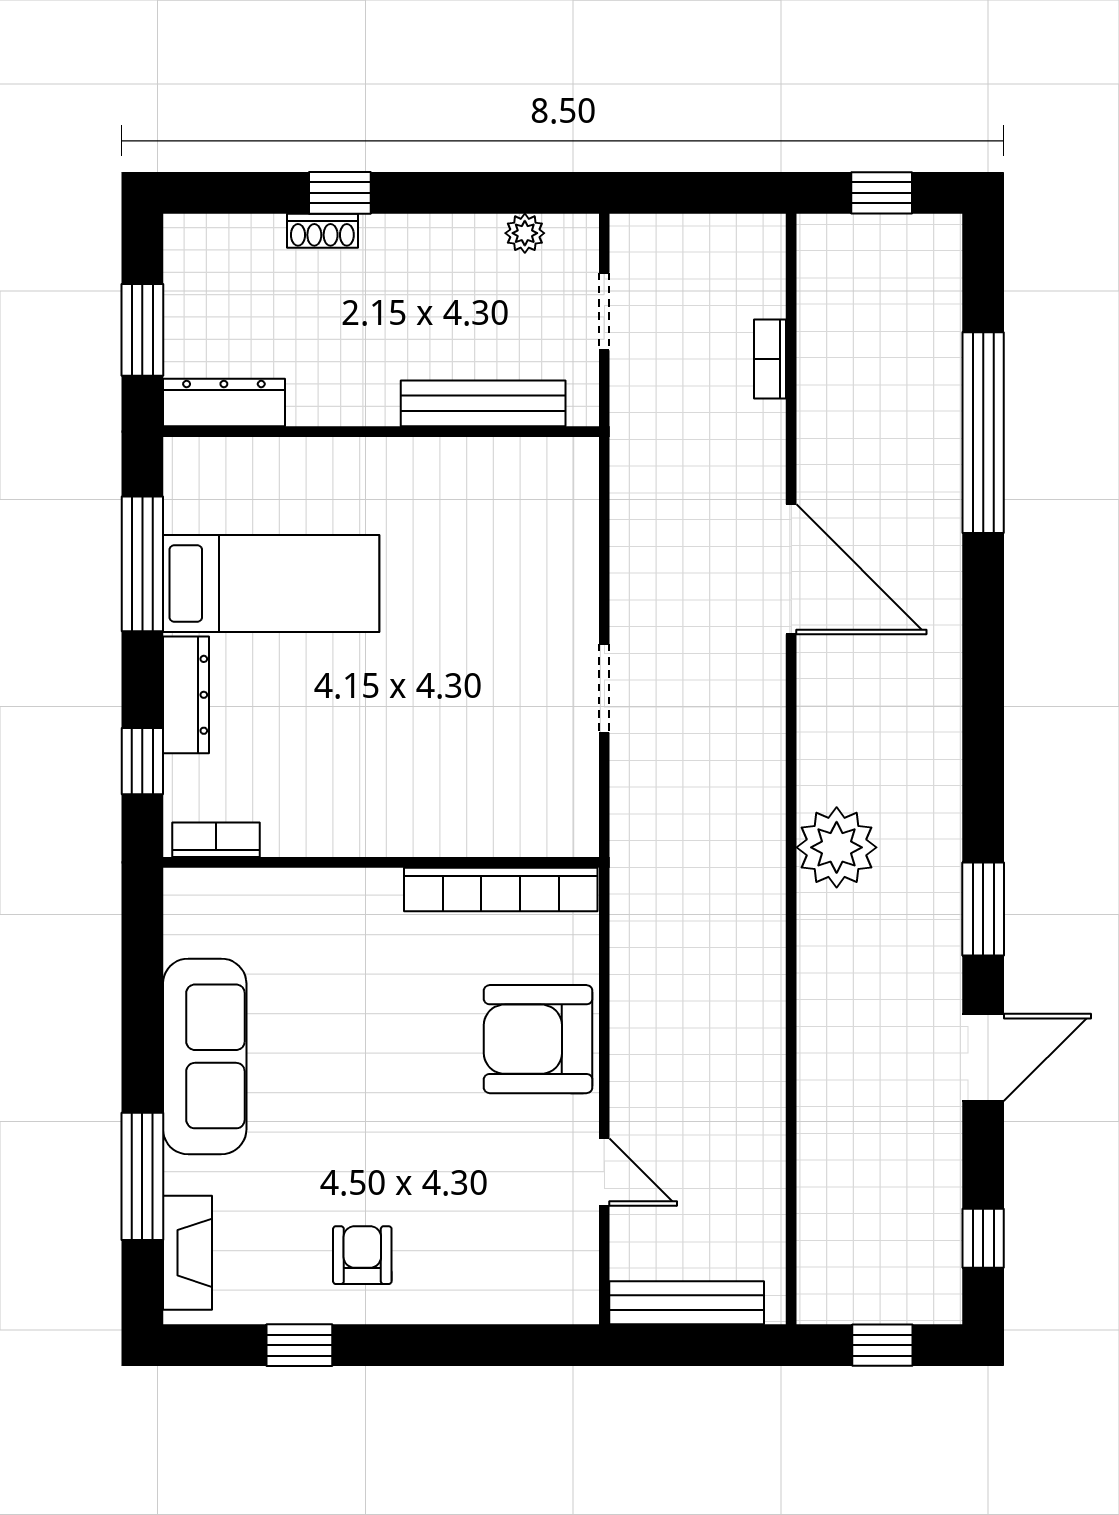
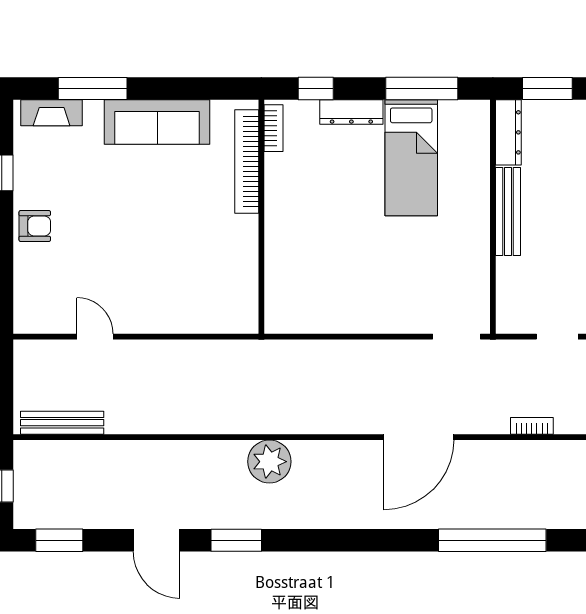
bench: (483, 403) -> (508, 211), moved
doorway: (604, 688) -> (457, 337), moved
bookcase: (501, 890) -> (247, 162), moved
armchair: (538, 1039) -> (166, 301), removed
door: (604, 1172) -> (95, 337), swing flipped
window: (983, 1238) -> (59, 540), width x1.50
armchair: (362, 1255) -> (35, 226), moved
bench: (687, 1303) -> (62, 423), moved, turned 90

